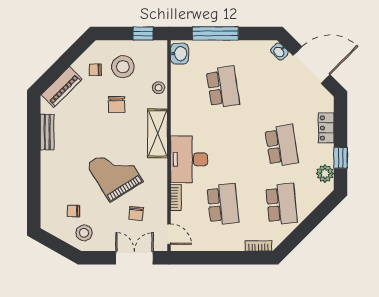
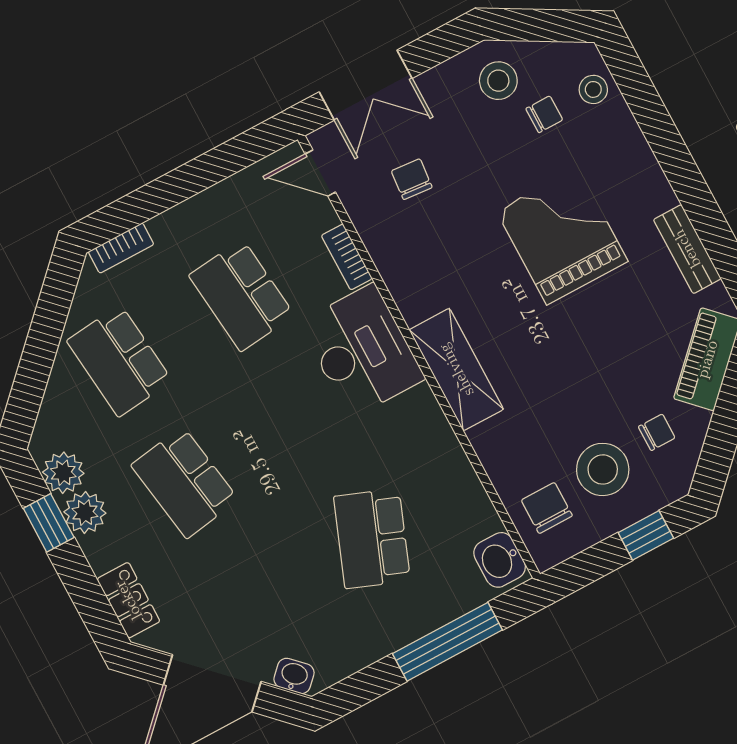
window: (143, 33) -> (646, 535), moved
school desk: (223, 87) -> (372, 539), turned 30
stool: (159, 88) -> (593, 89), moved
chair: (117, 105) -> (547, 508), moved
locker: (326, 128) -> (128, 600), moved
plant: (325, 154) -> (85, 513), added
grand piano: (115, 173) -> (562, 236), moved, turned -148

